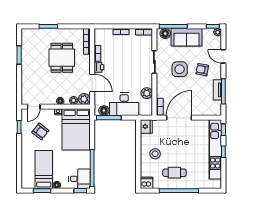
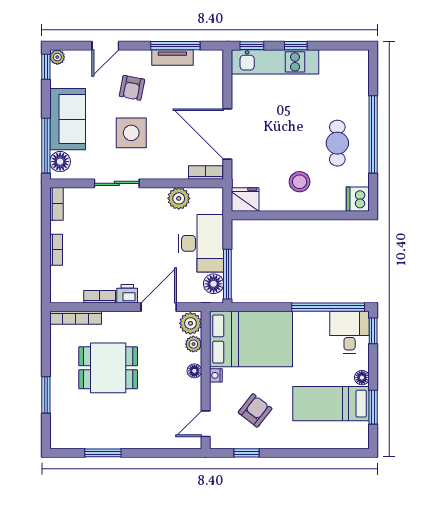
door: (34, 107) -> (206, 424), swing flipped
kitchen unit: (215, 149) -> (275, 62), width x0.73

